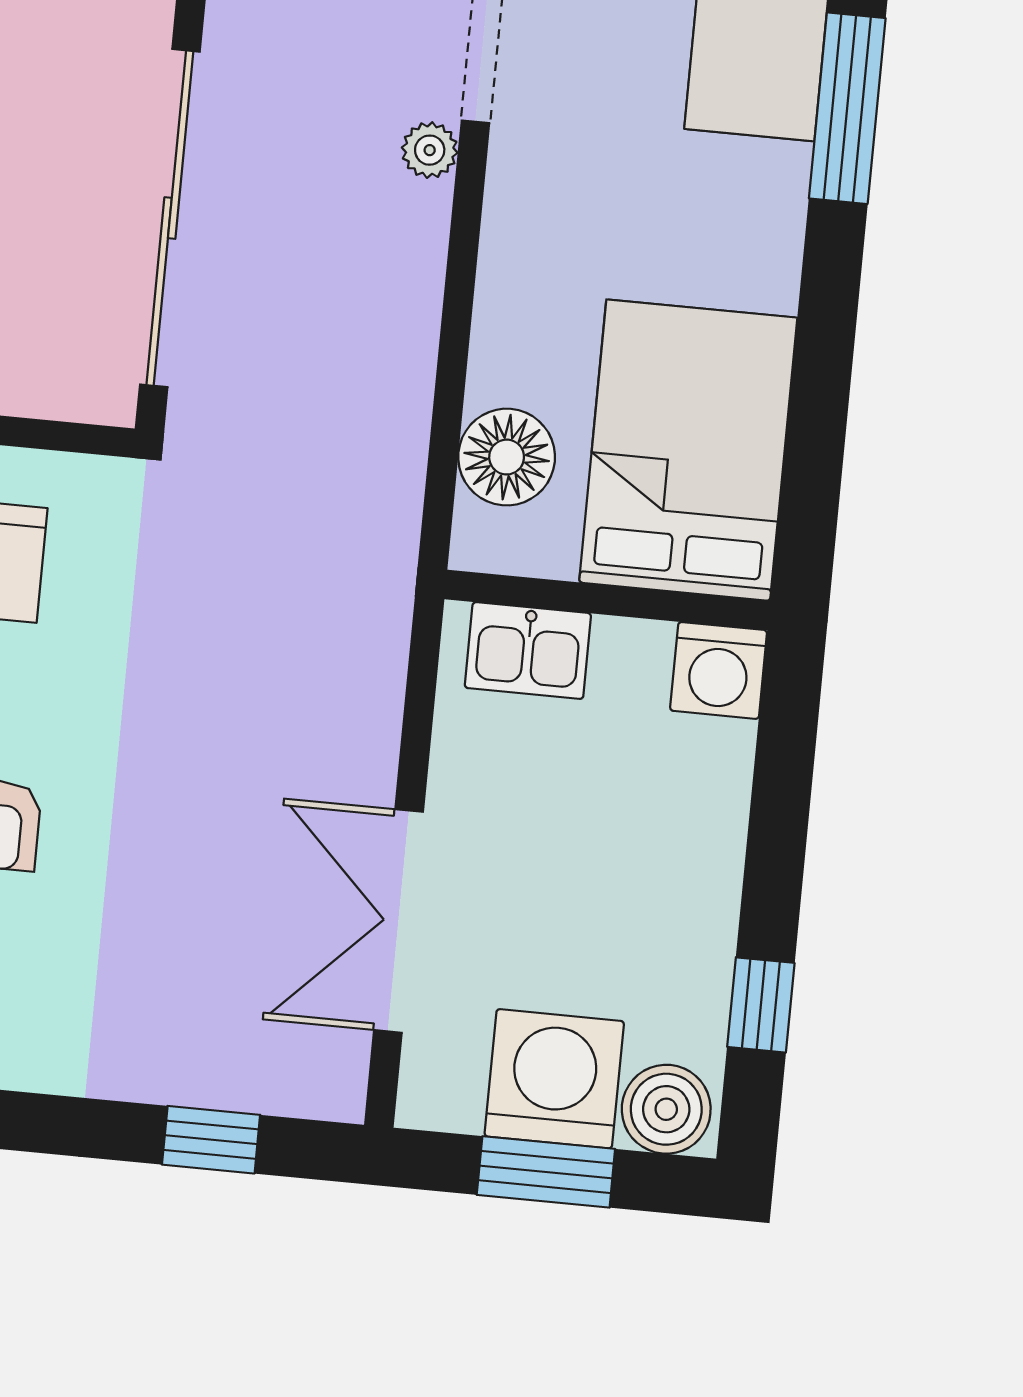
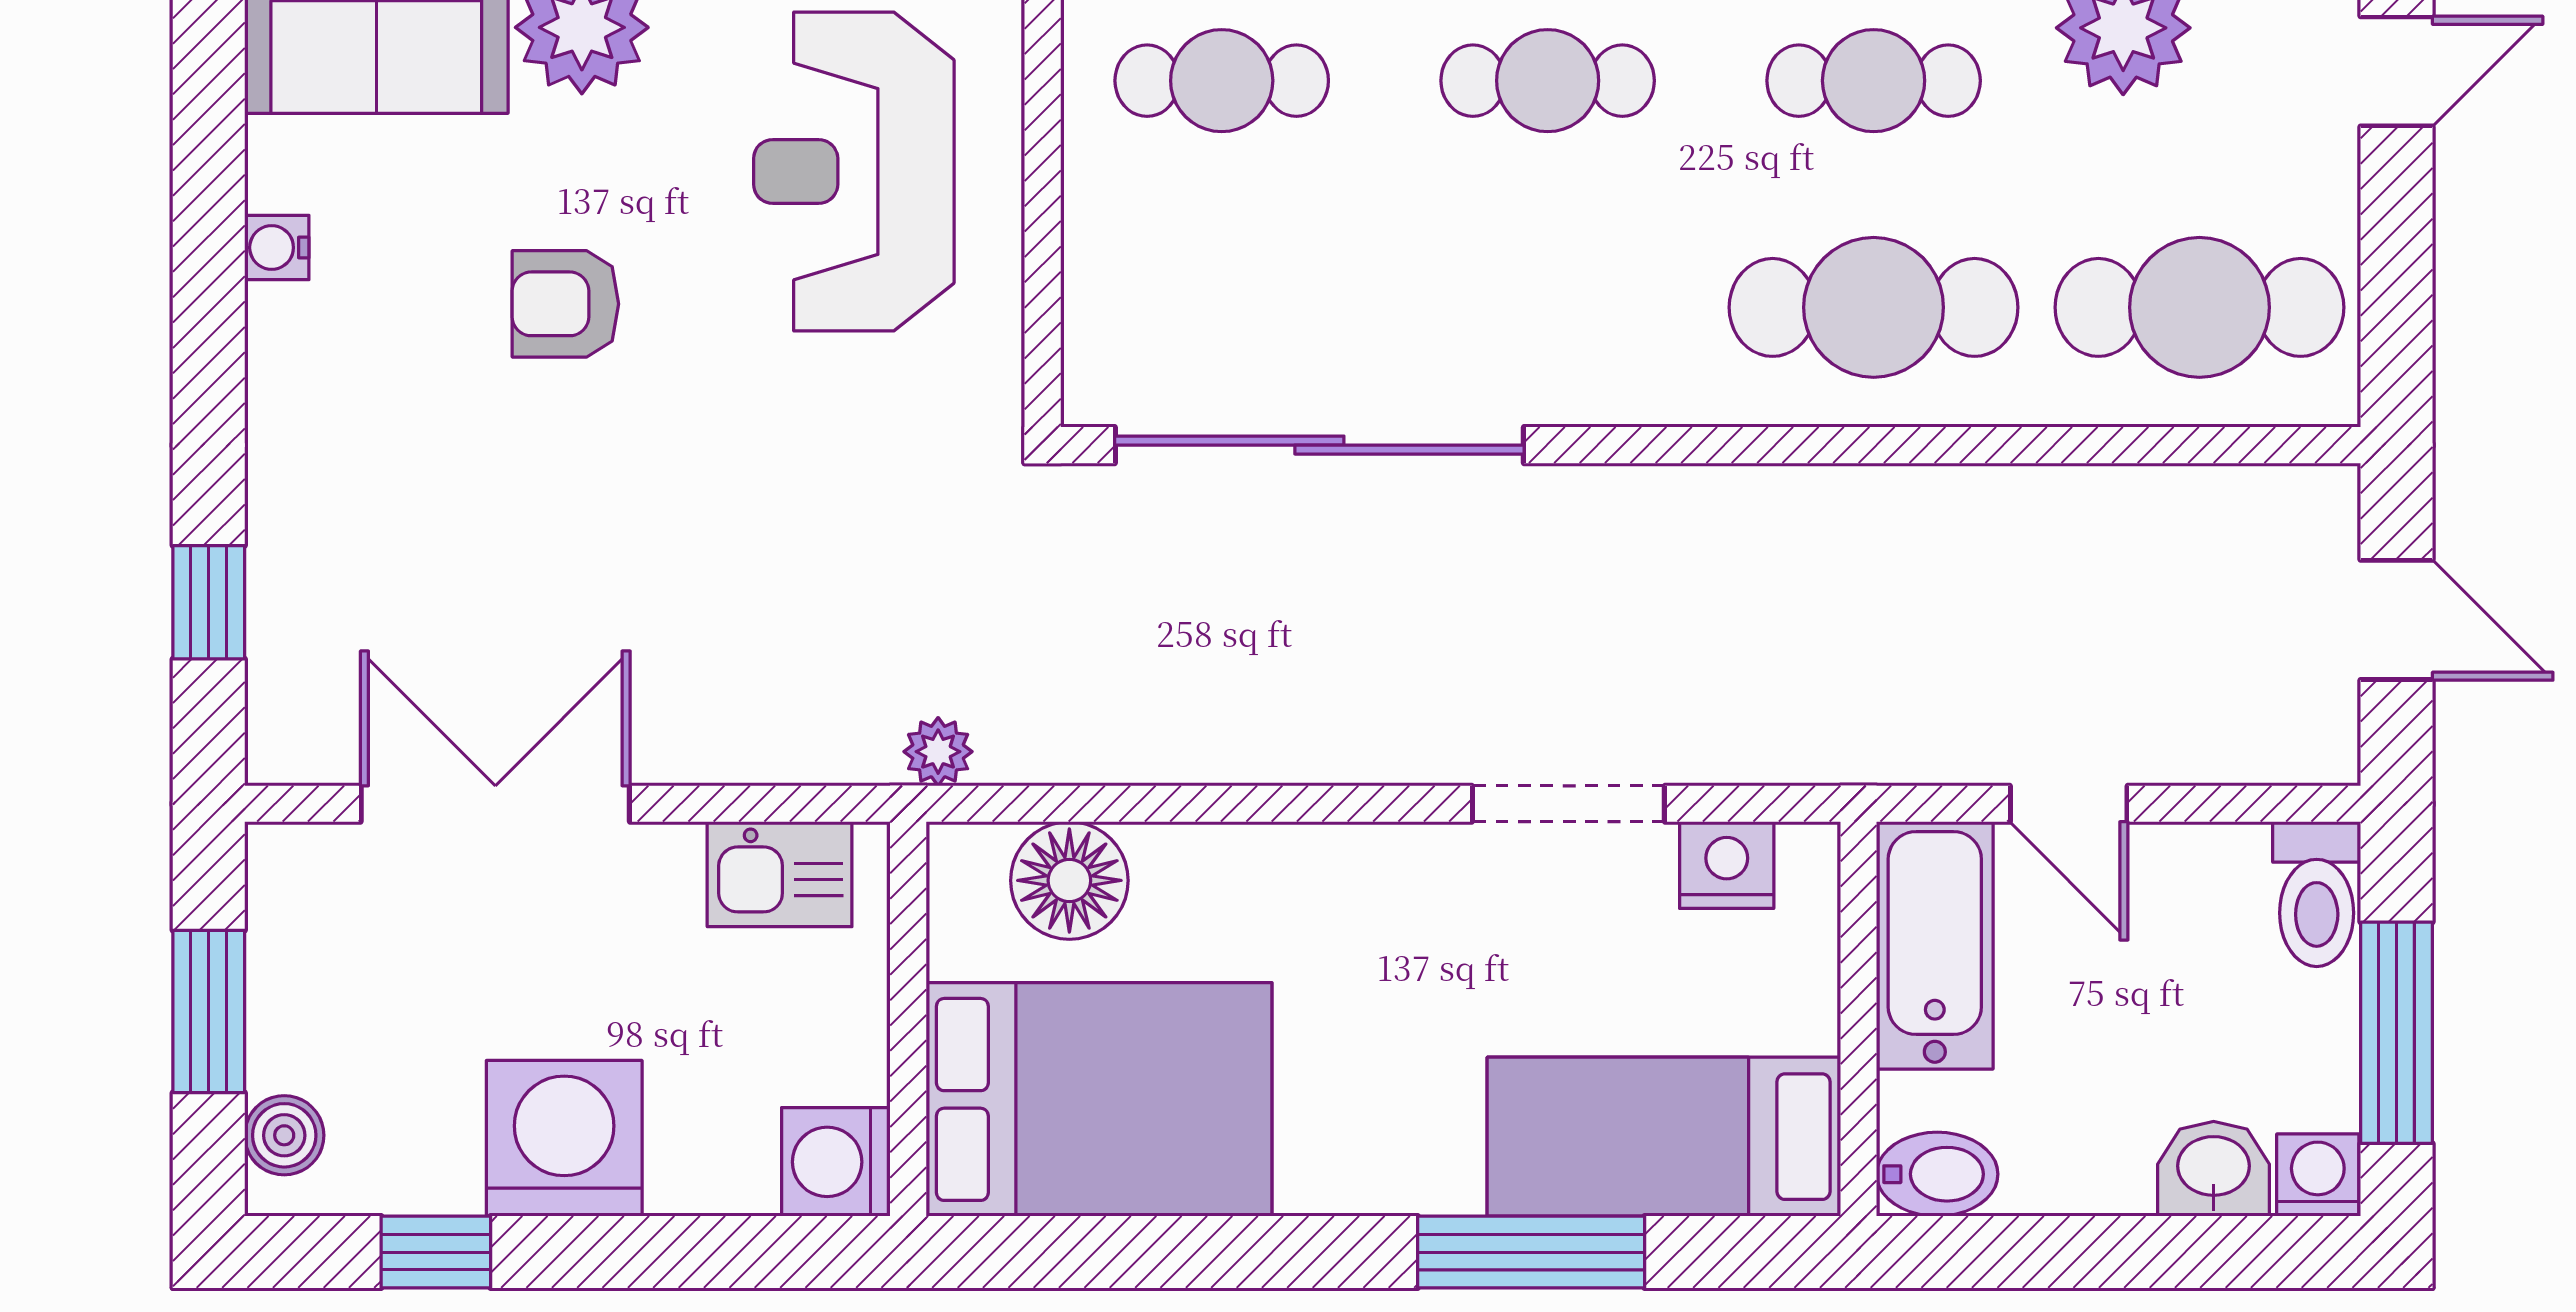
plant: (430, 150) -> (938, 752), moved
kitchen sink: (528, 651) -> (780, 874), moved, turned -90
washing machine: (554, 1079) -> (564, 1138), moved, turned -90
boiler: (666, 1109) -> (284, 1135), width x0.73, depth x0.73

